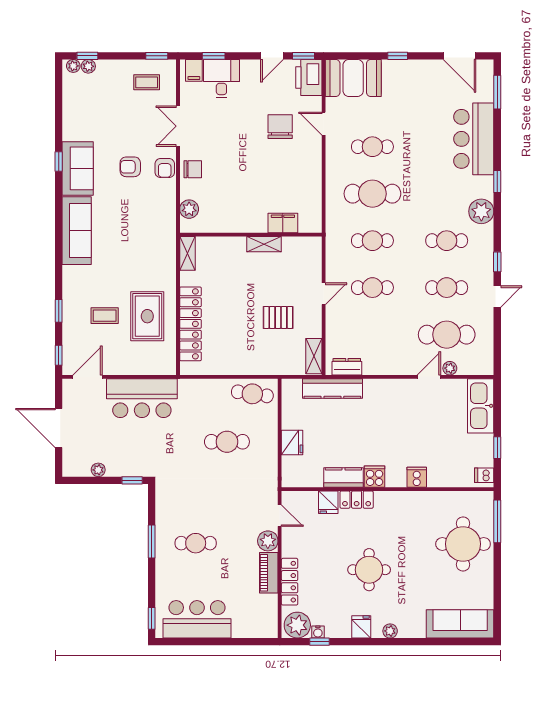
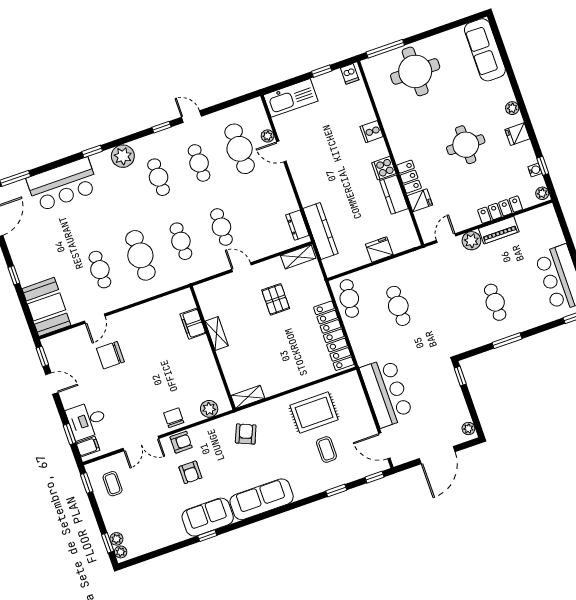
printer: (309, 77) -> (59, 345), removed
armchair: (150, 238) -> (246, 434), added
locker: (190, 324) -> (334, 336), moved, turned -90
plant: (98, 470) -> (468, 429), moved
plant: (297, 625) -> (542, 193), width x0.53, depth x0.53

